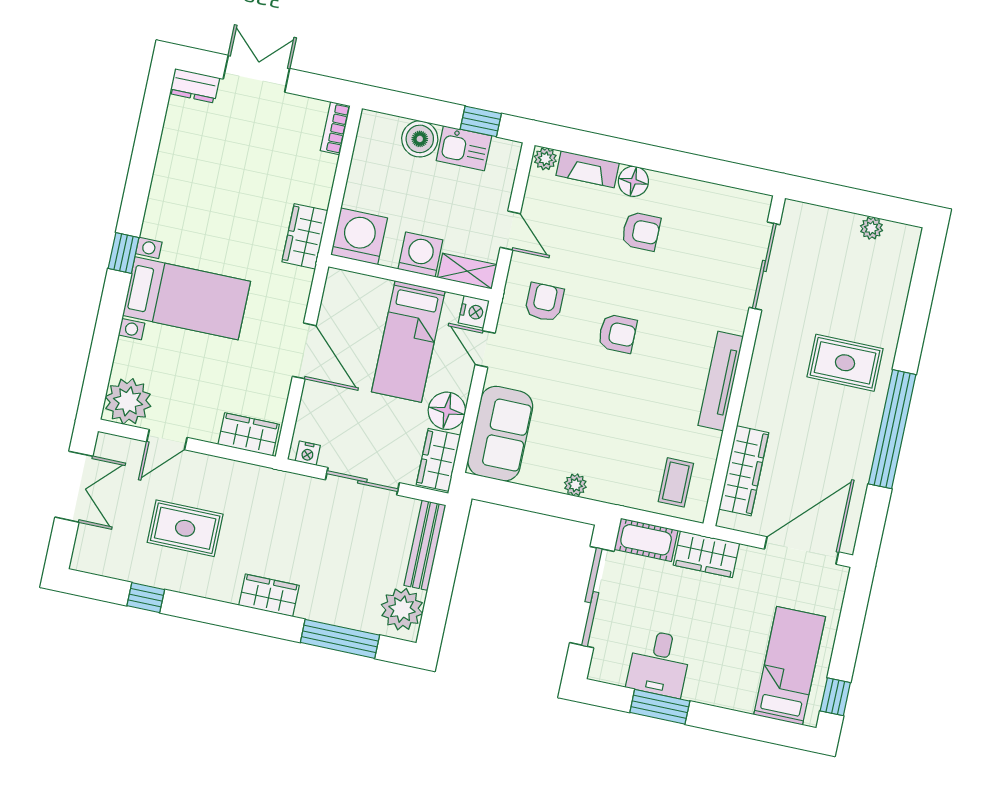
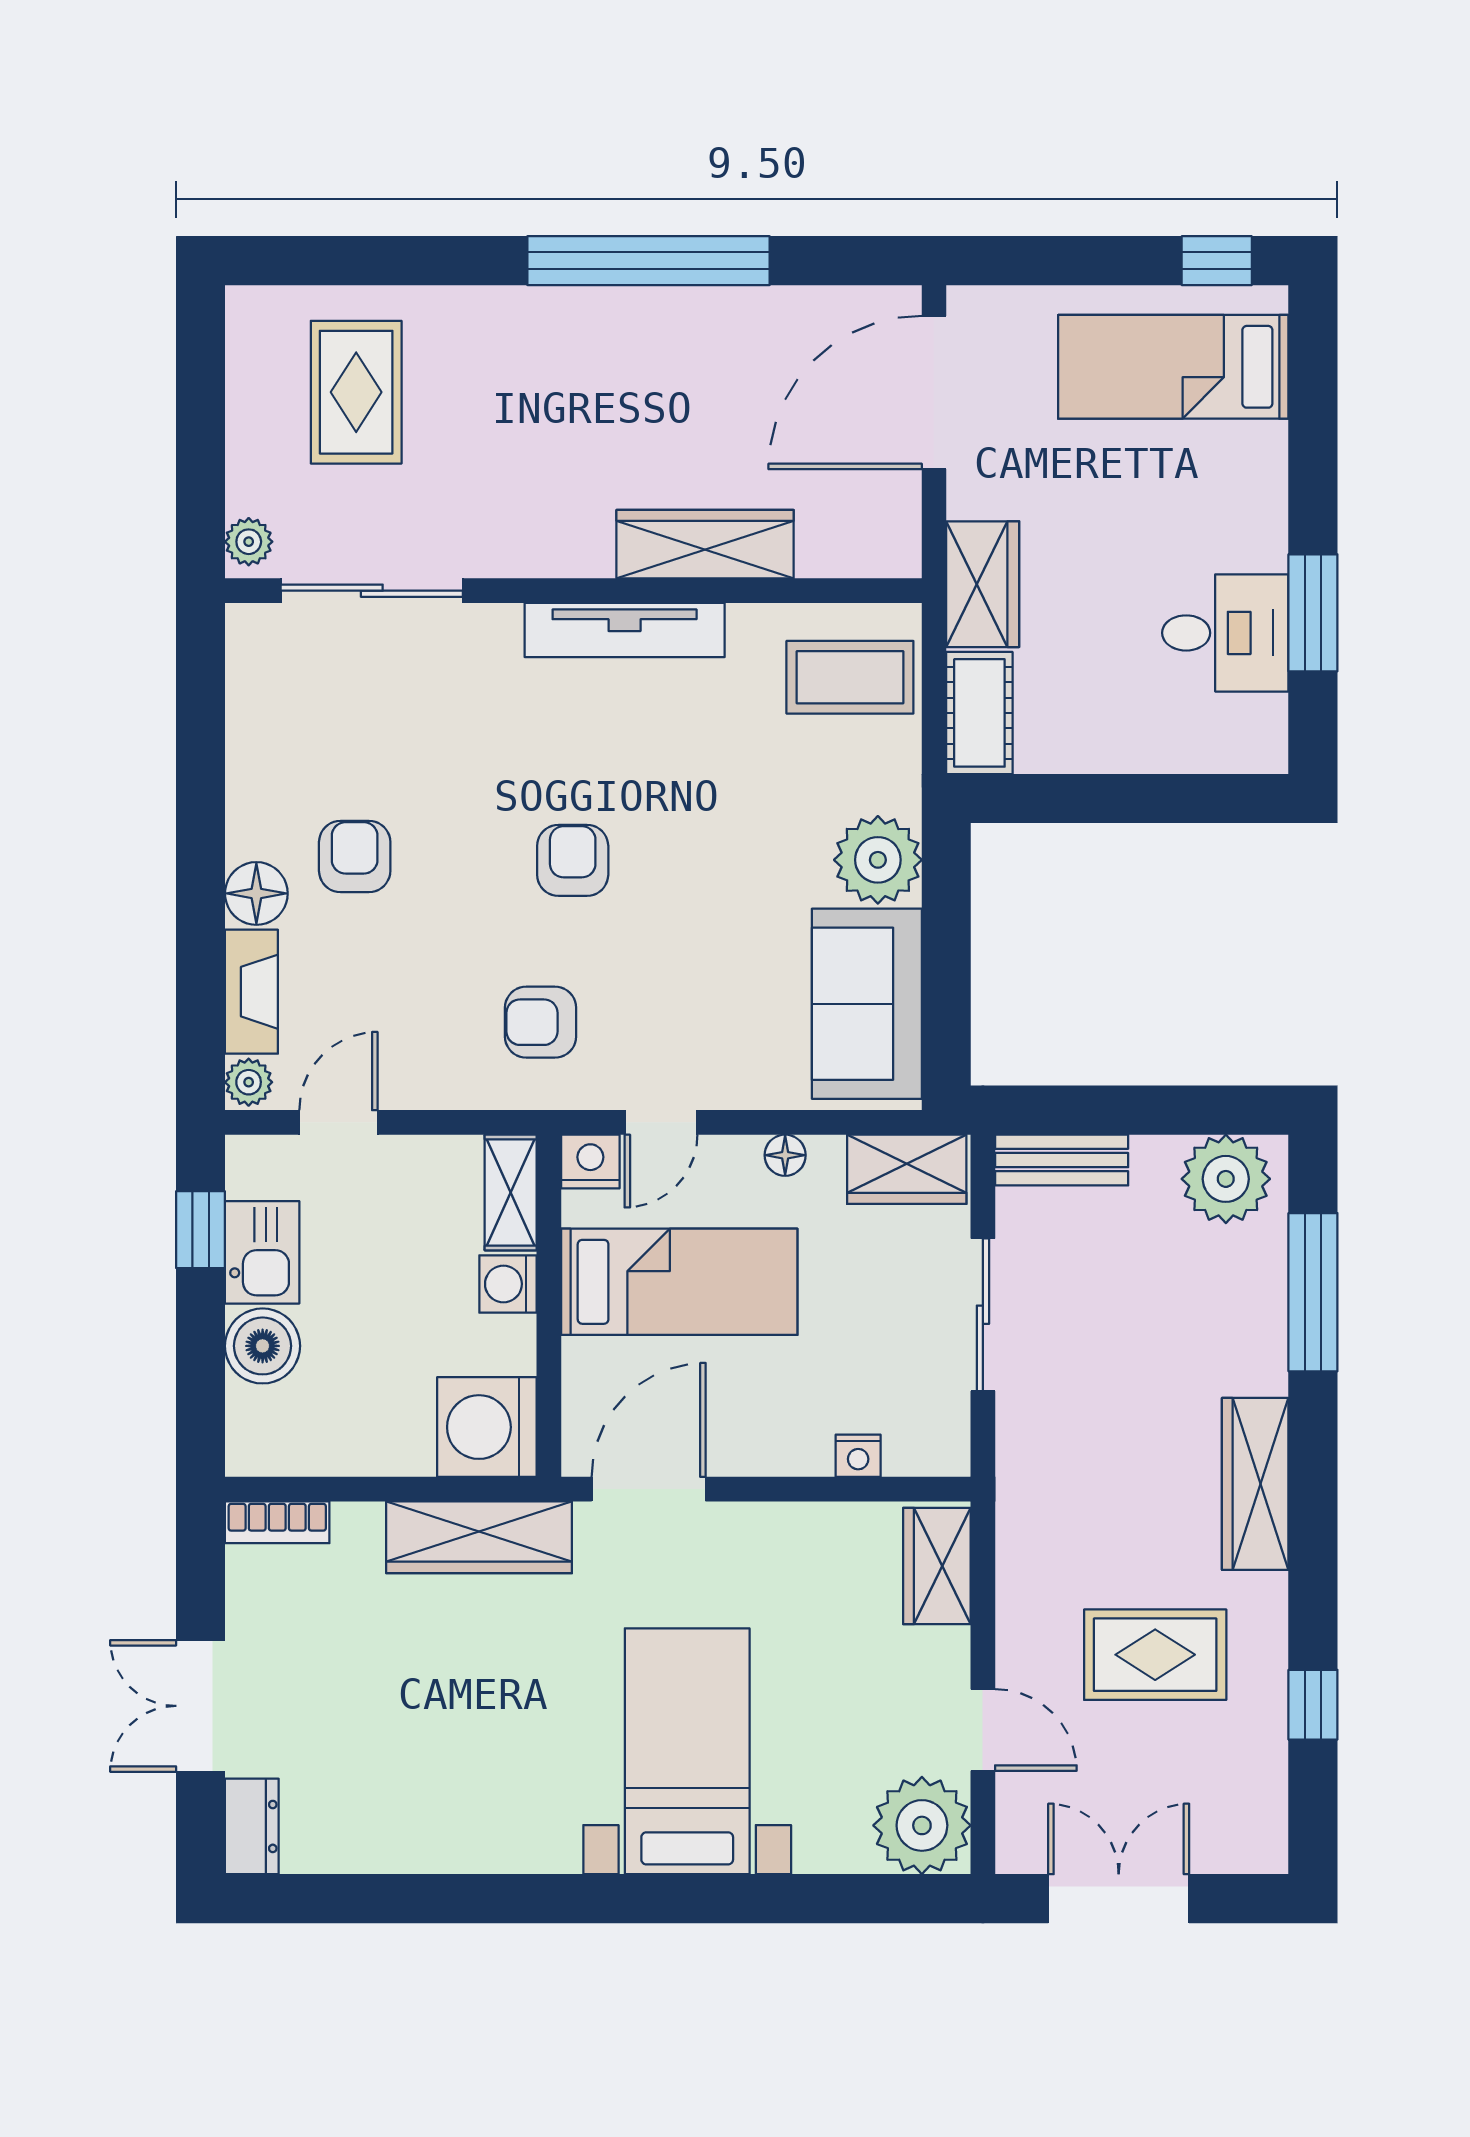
plant: (872, 228) -> (249, 542), moved
door: (510, 230) -> (338, 1122), moved
wardrobe: (305, 236) -> (479, 1537), width x1.50
window: (124, 253) -> (622, 1899), removed
washing machine: (420, 255) -> (508, 1284), width x0.73, depth x0.73
door: (304, 351) -> (649, 1489), moved
rug: (845, 363) -> (356, 392), moved
floor lamp: (447, 411) -> (785, 1155), width x0.53, depth x0.53
sofa: (500, 434) -> (867, 1004), moved, turned -90
nightstand: (308, 453) -> (858, 1456), moved, turned 90
wardrobe: (744, 471) -> (705, 544), moved
coffee table: (676, 482) -> (850, 677), width x1.36, depth x1.30
plant: (575, 485) -> (878, 860), width x1.87, depth x1.87
rug: (185, 528) -> (1155, 1655), turned 90
bench: (425, 545) -> (1062, 1160), width x0.73
door: (801, 550) -> (934, 392), hinge flipped
wardrobe: (269, 595) -> (1255, 1484), width x1.50
sliding door: (592, 597) -> (1119, 798), removed

